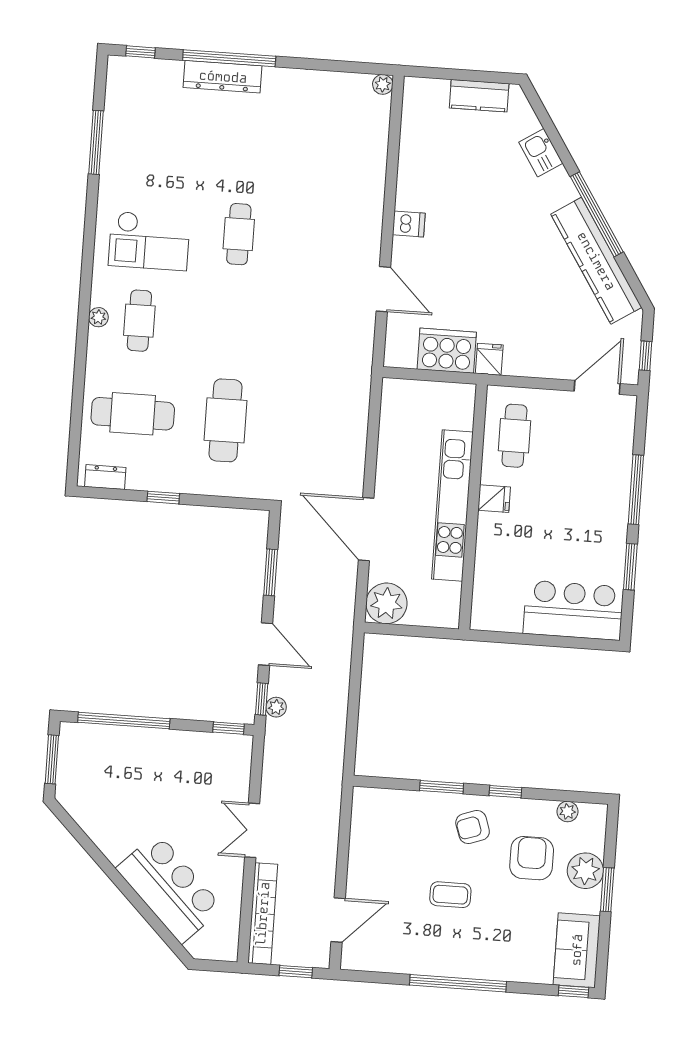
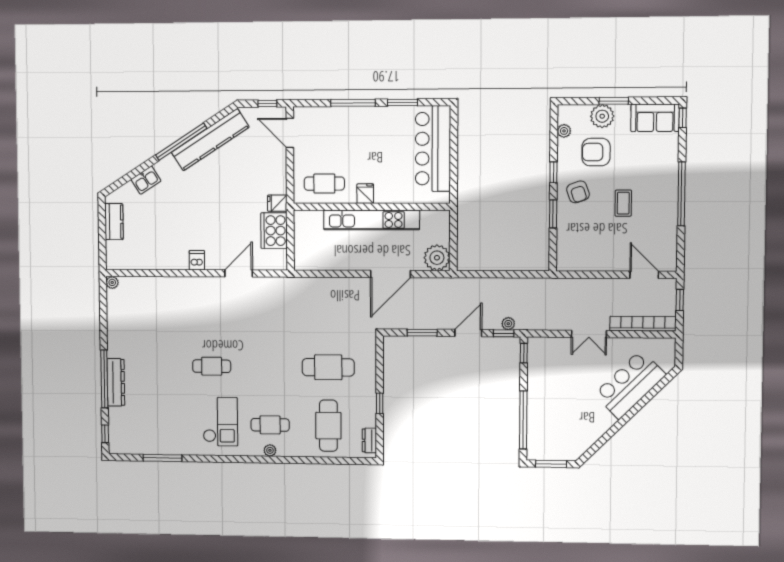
bar counter: (573, 610) -> (433, 149), width x1.36

